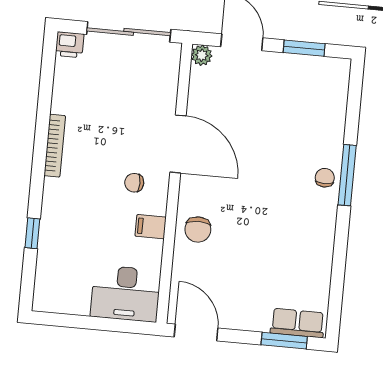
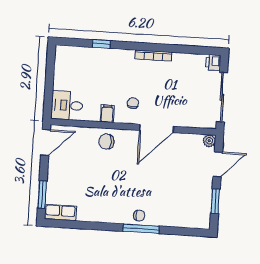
desk: (126, 293) -> (67, 105), width x0.73
row of seats: (297, 323) -> (60, 213), moved, turned -90

